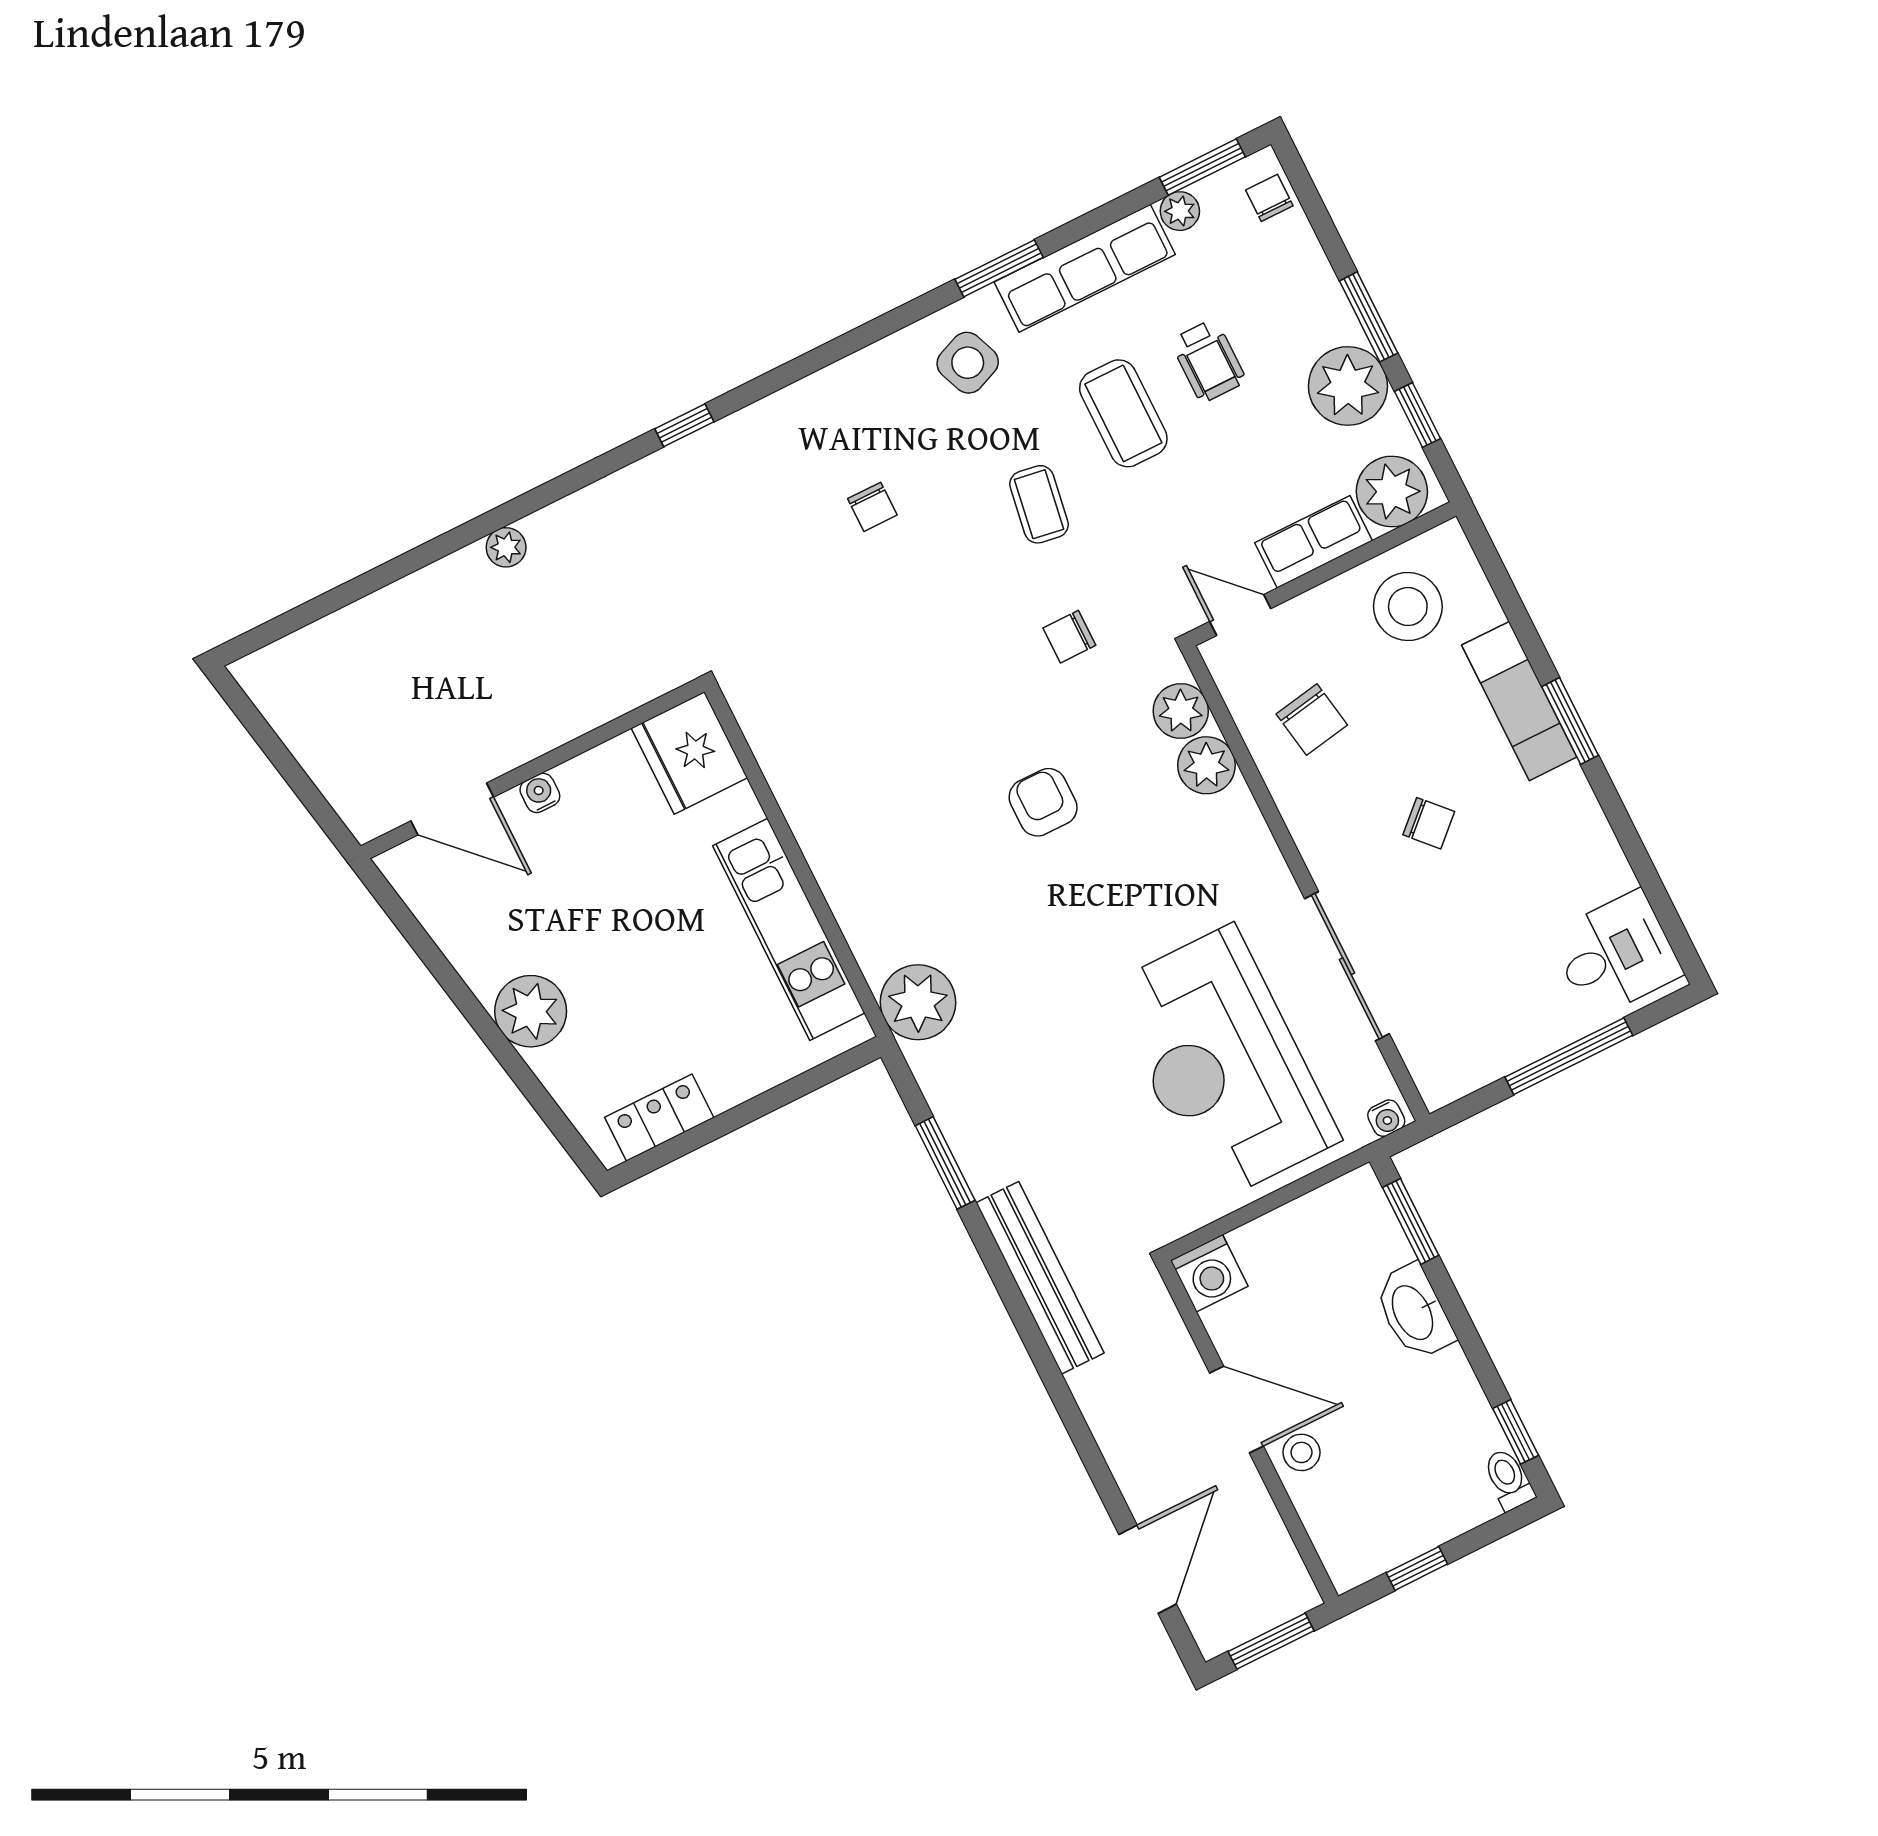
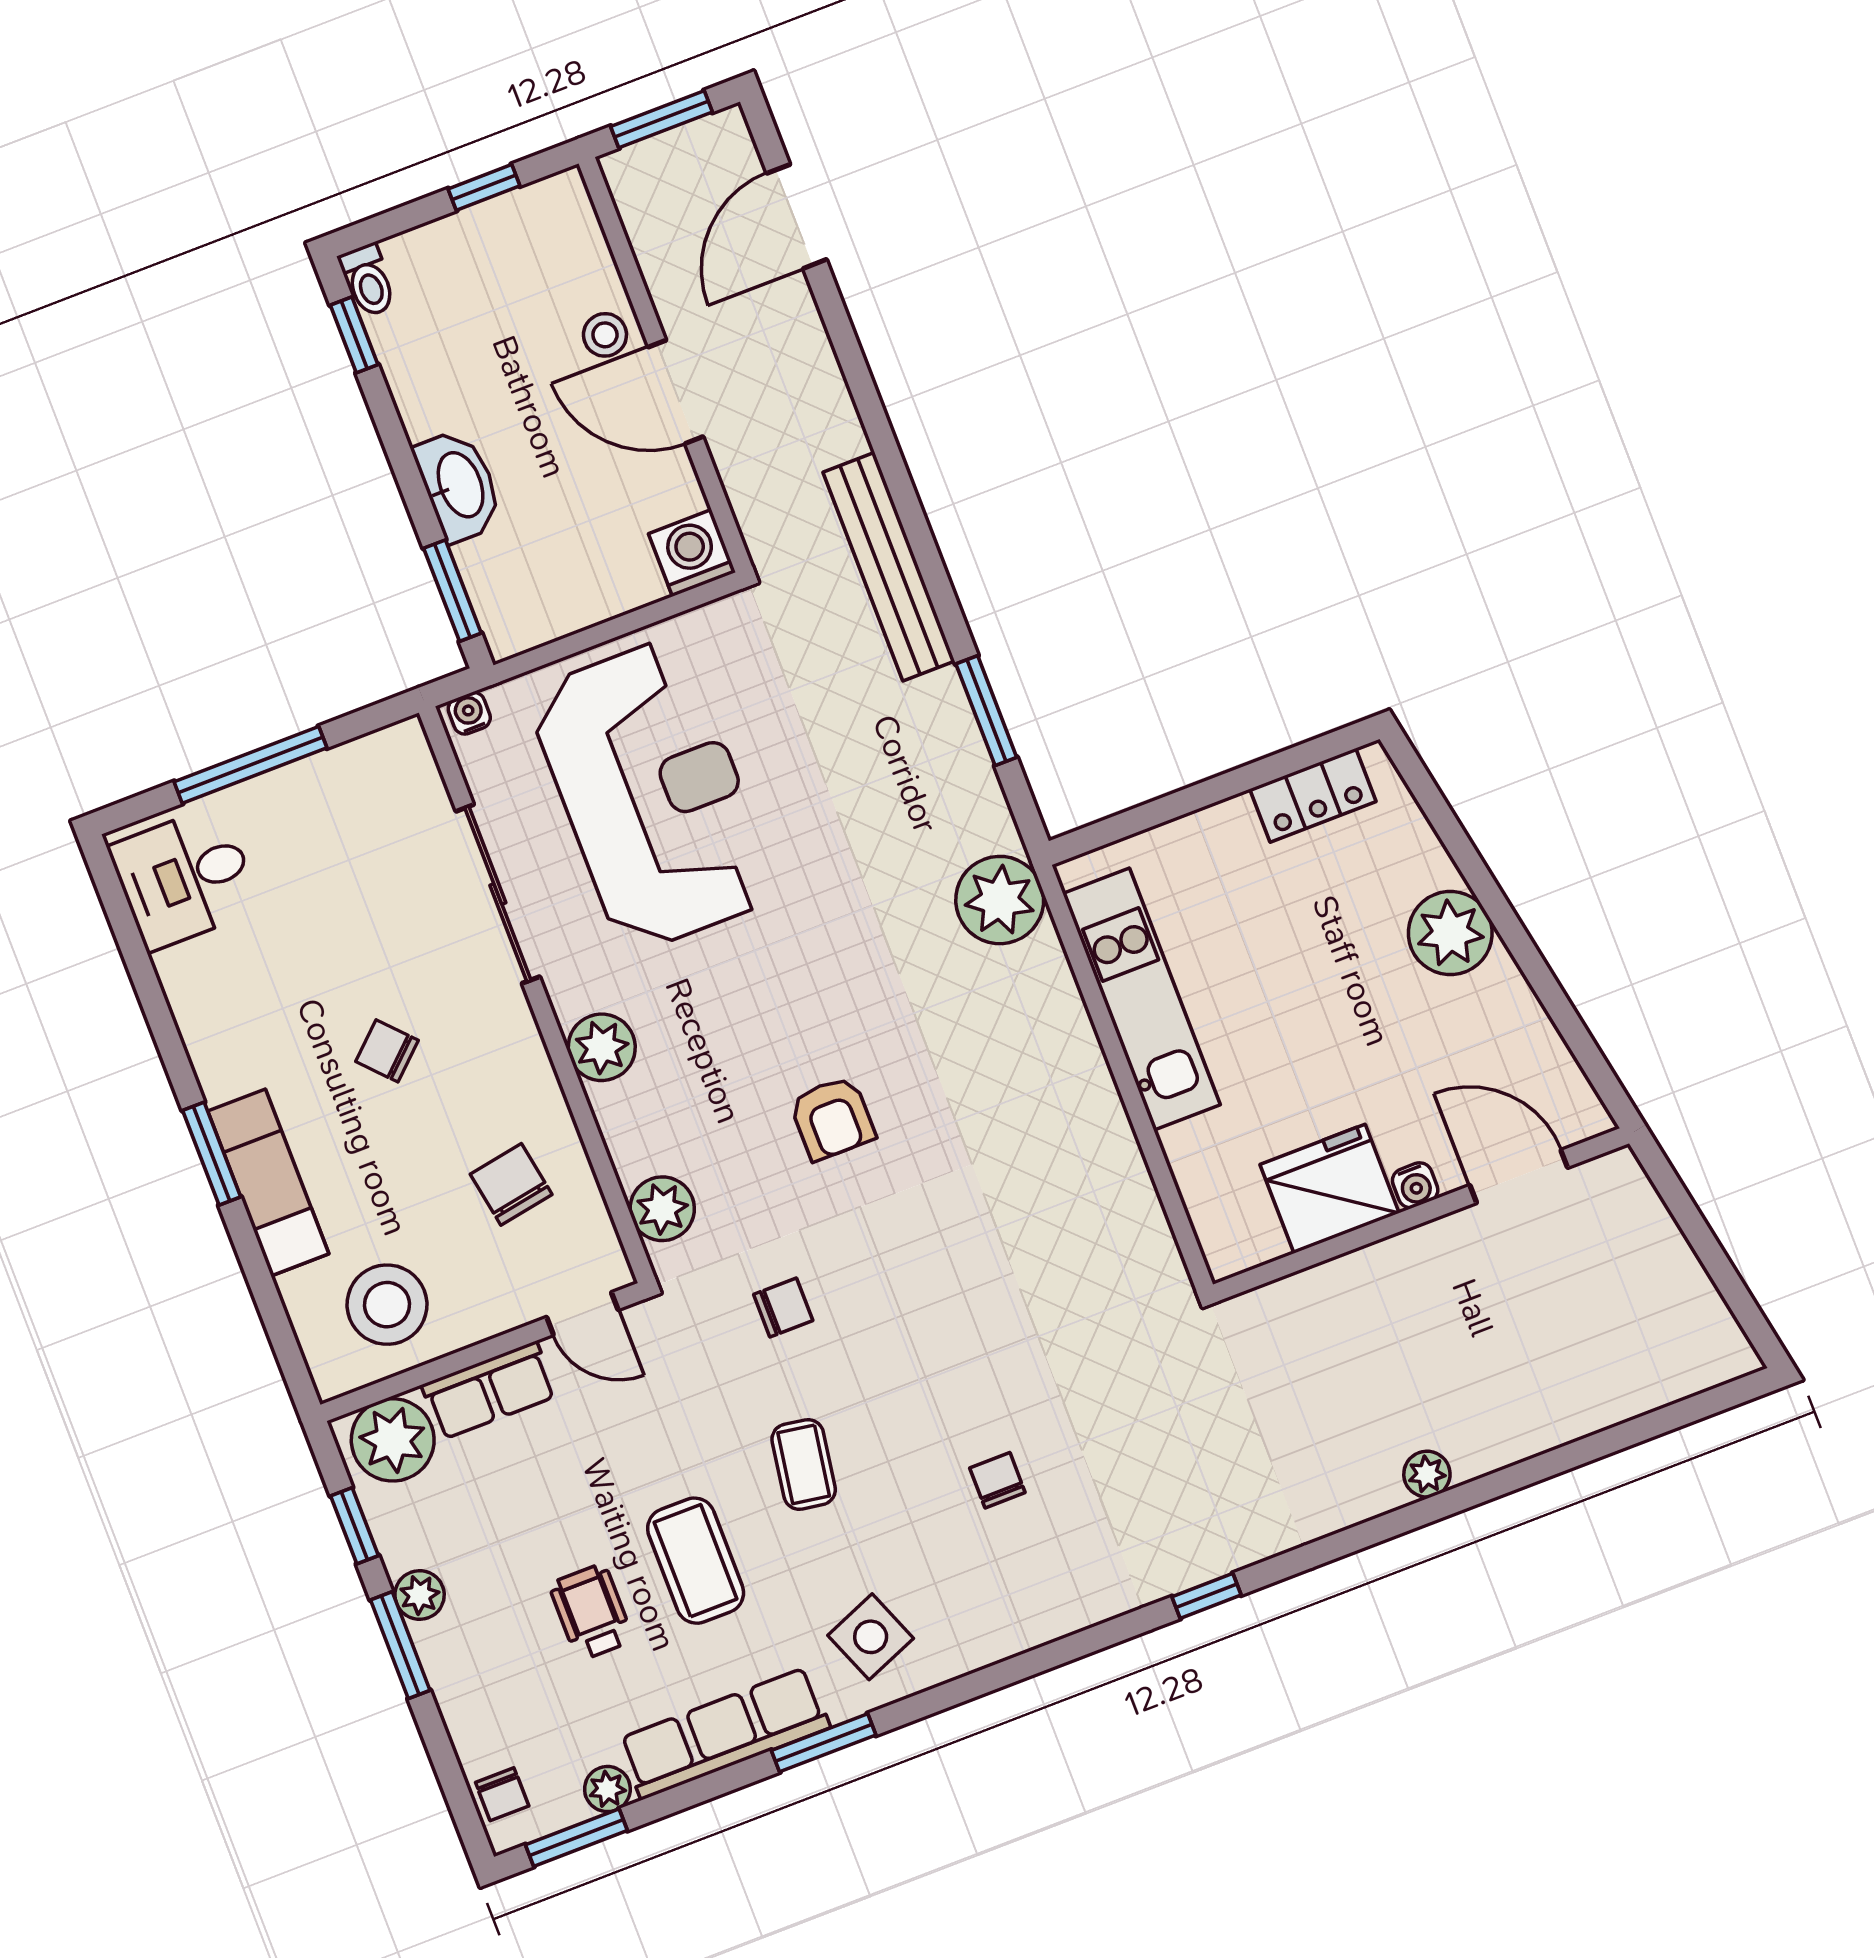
plant: (1348, 386) -> (420, 1595), width x0.53, depth x0.53
fridge: (689, 753) -> (1330, 1189), moved, turned -90
plant: (1206, 765) -> (602, 1047), moved

